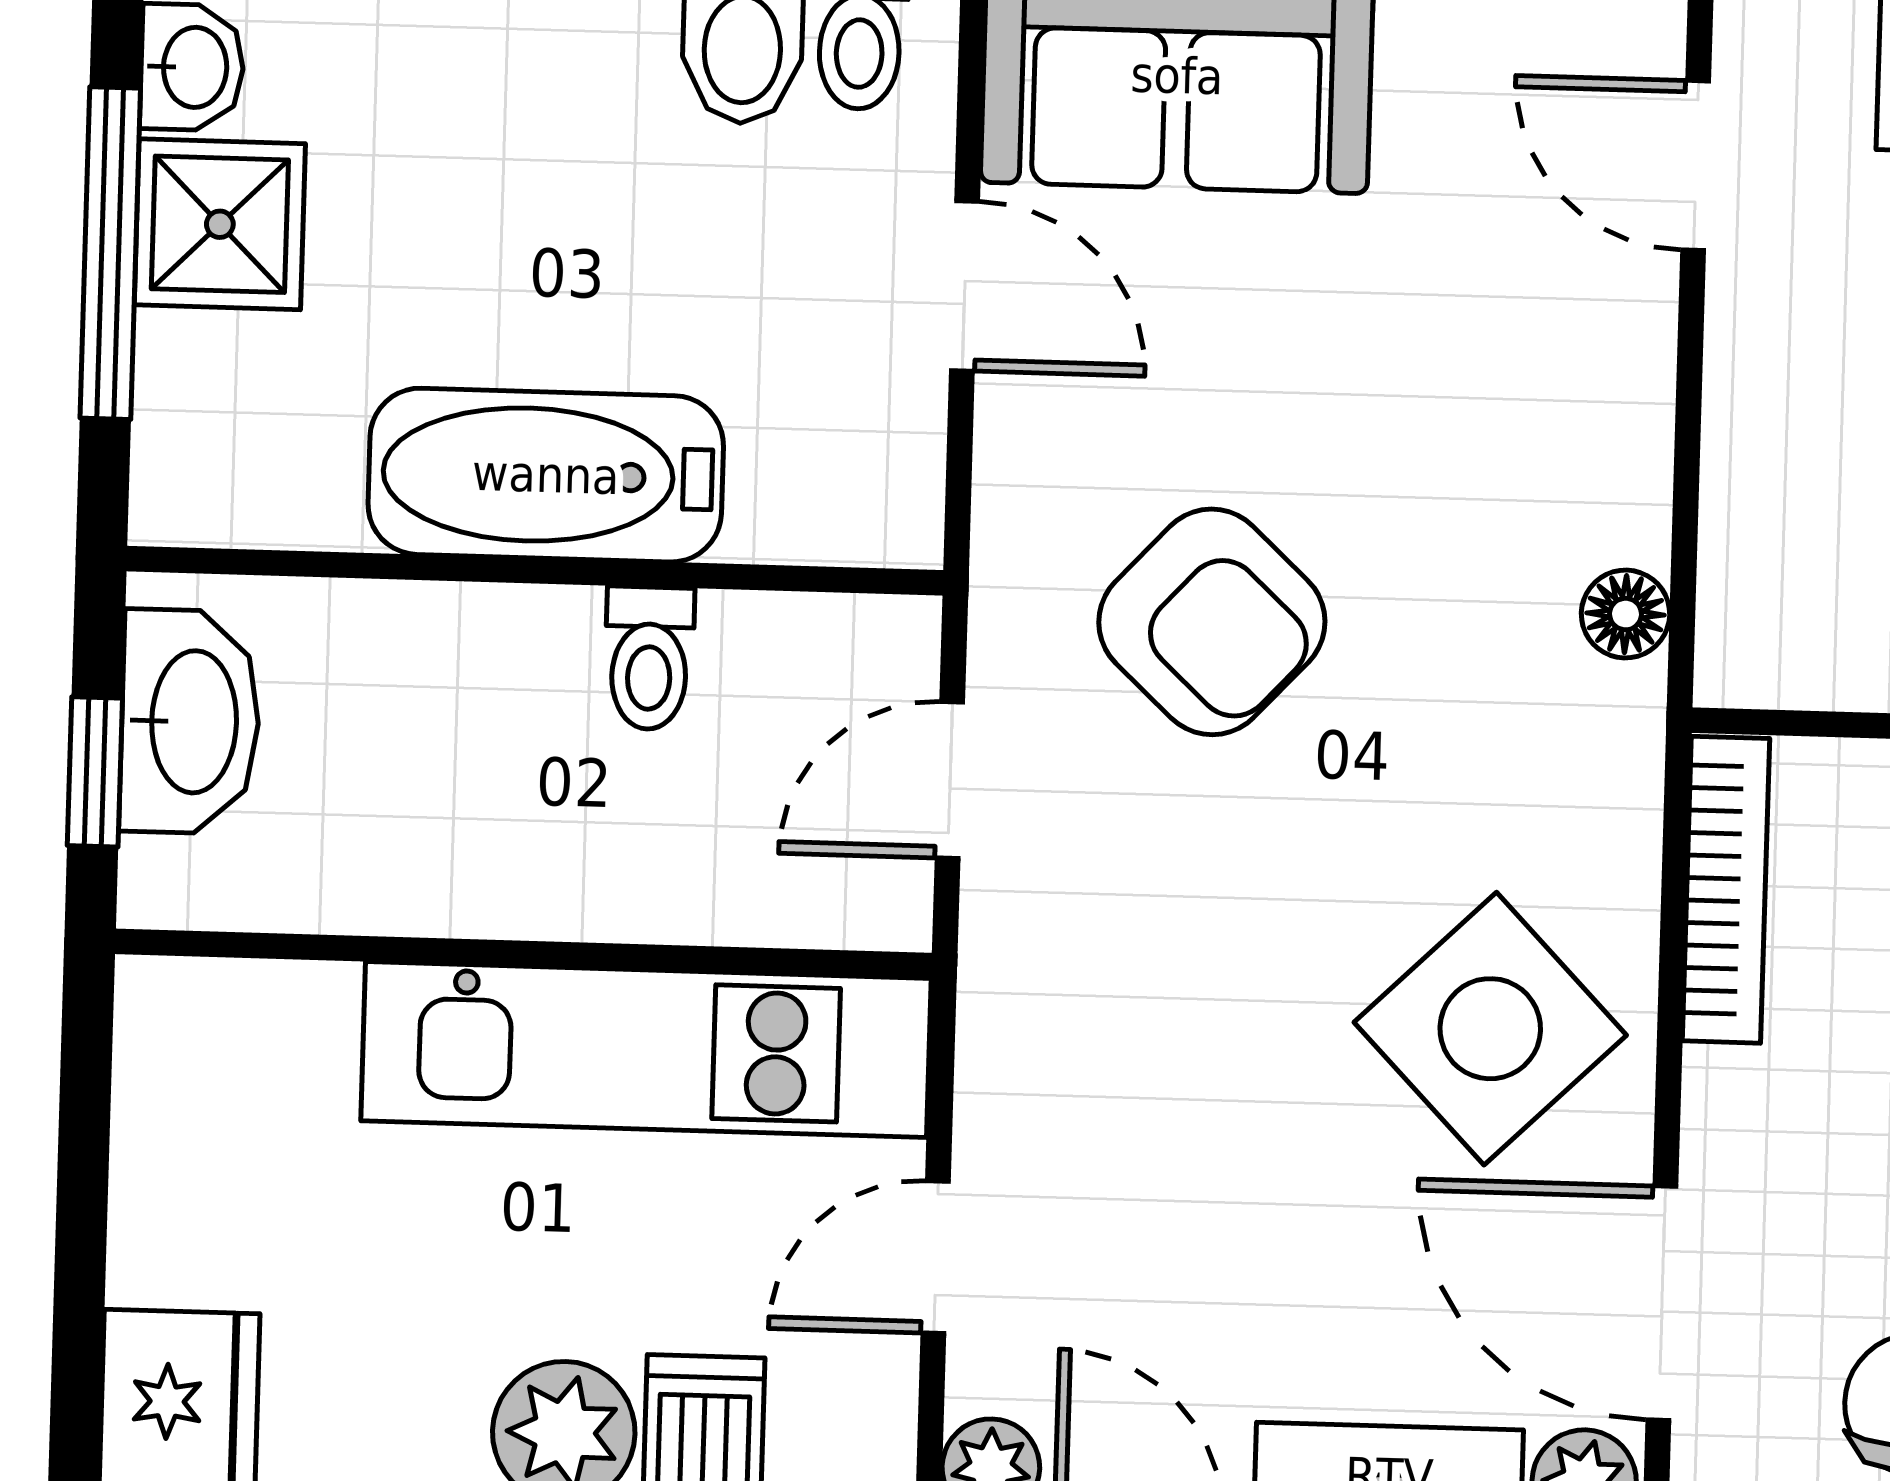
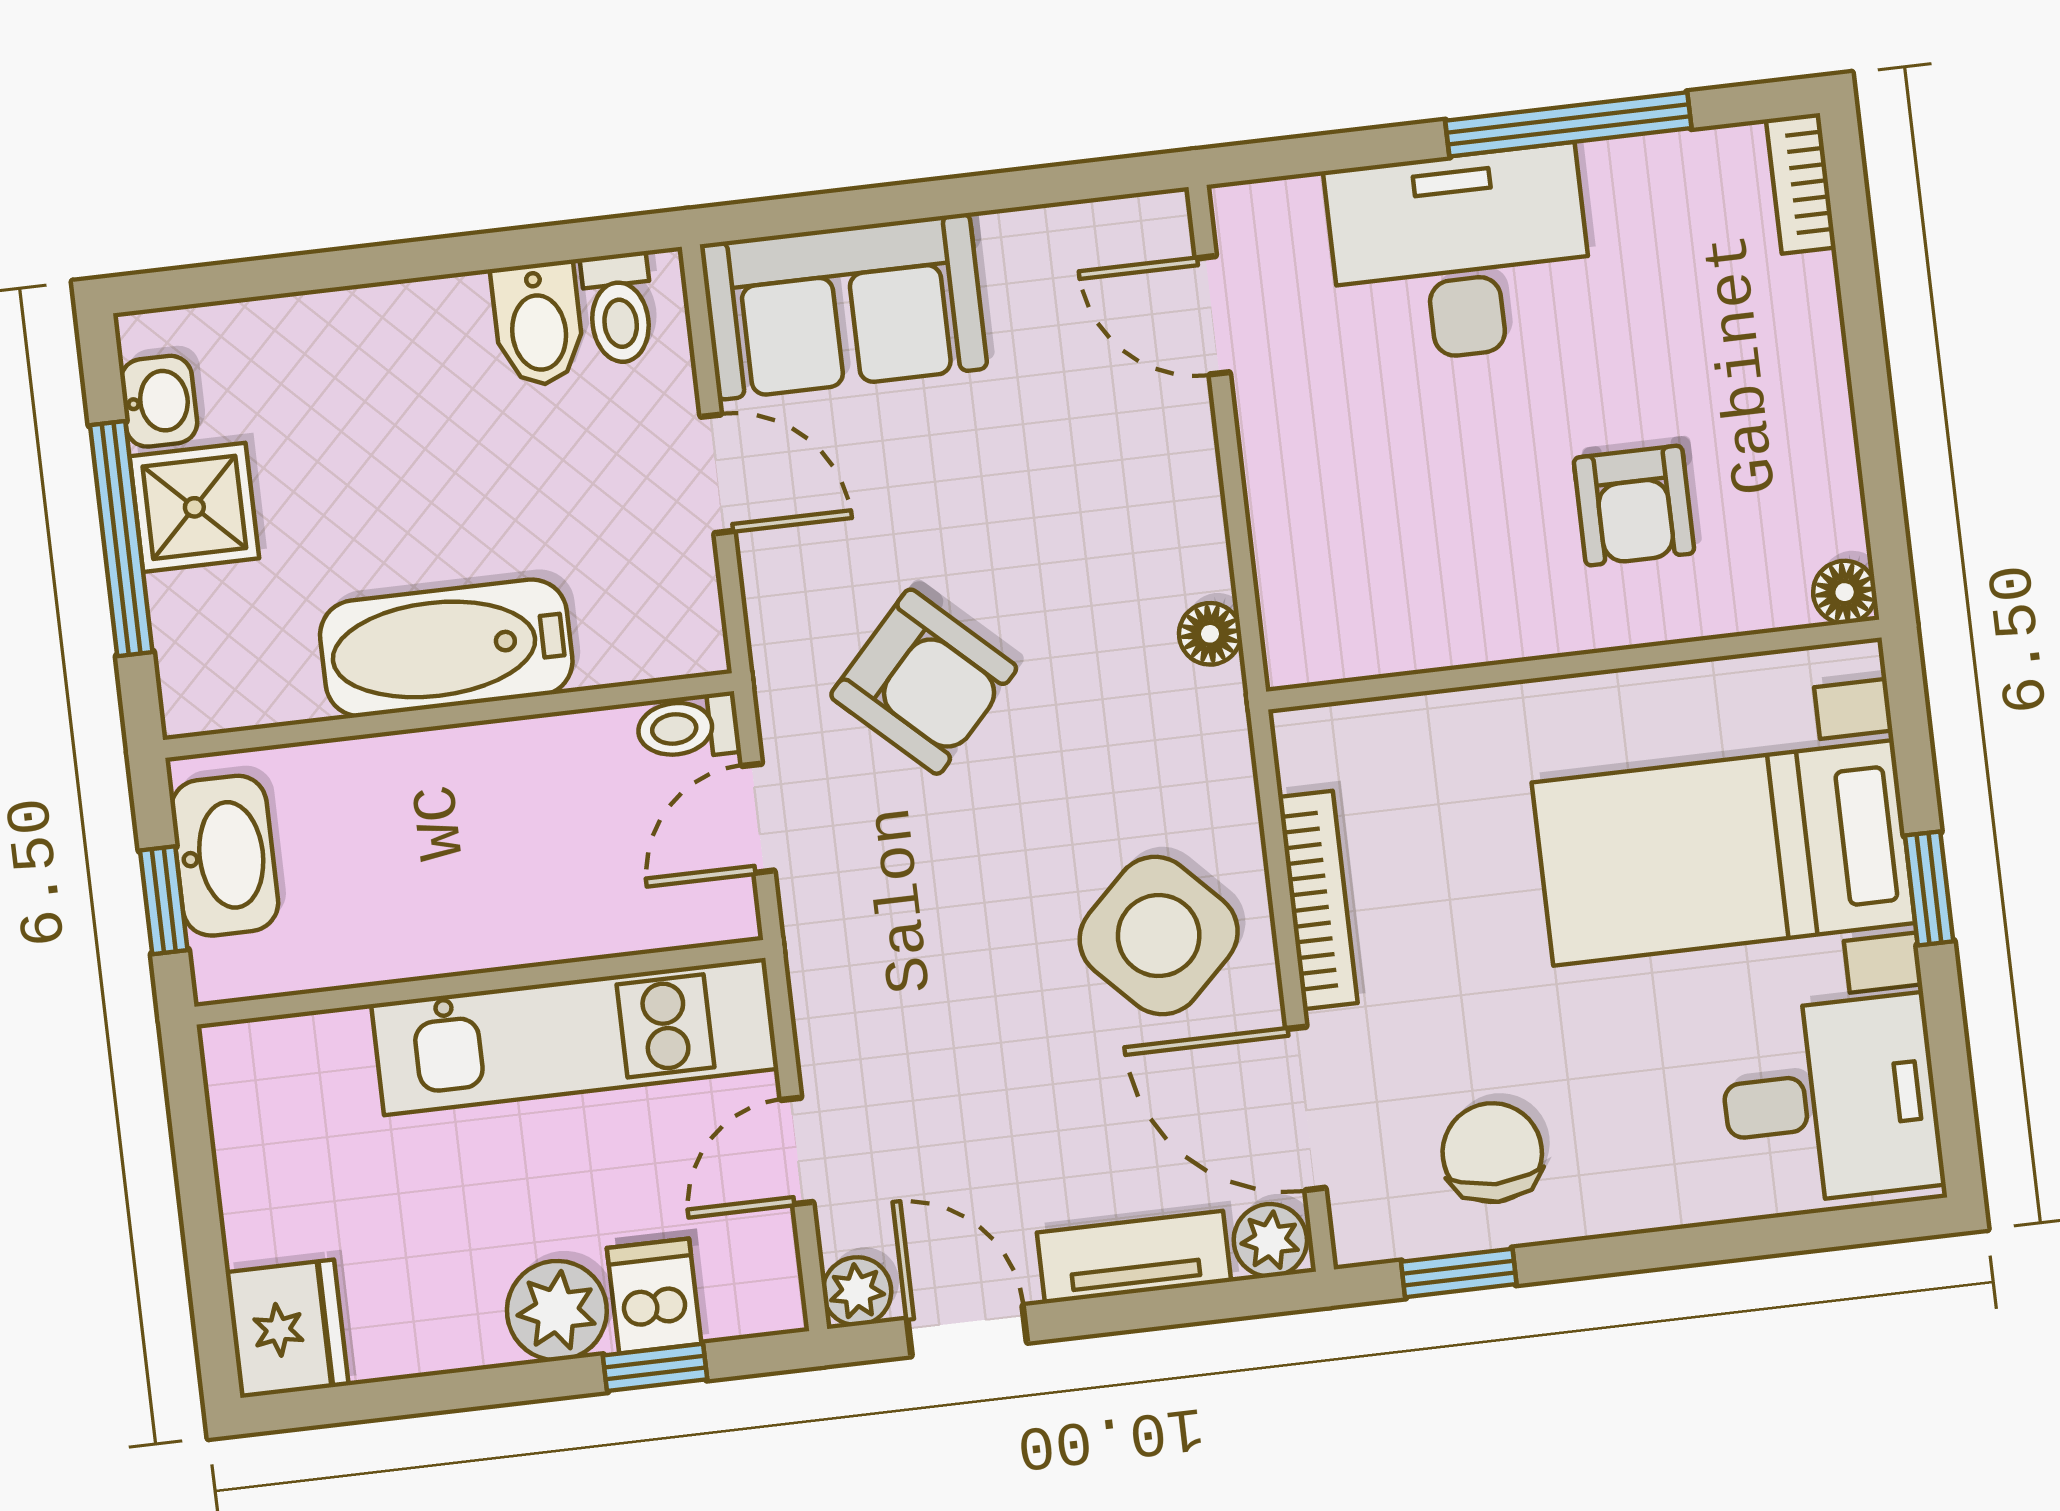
toilet: (649, 658) -> (688, 727), moved, turned 90
bookcase: (1726, 890) -> (1318, 900), moved

